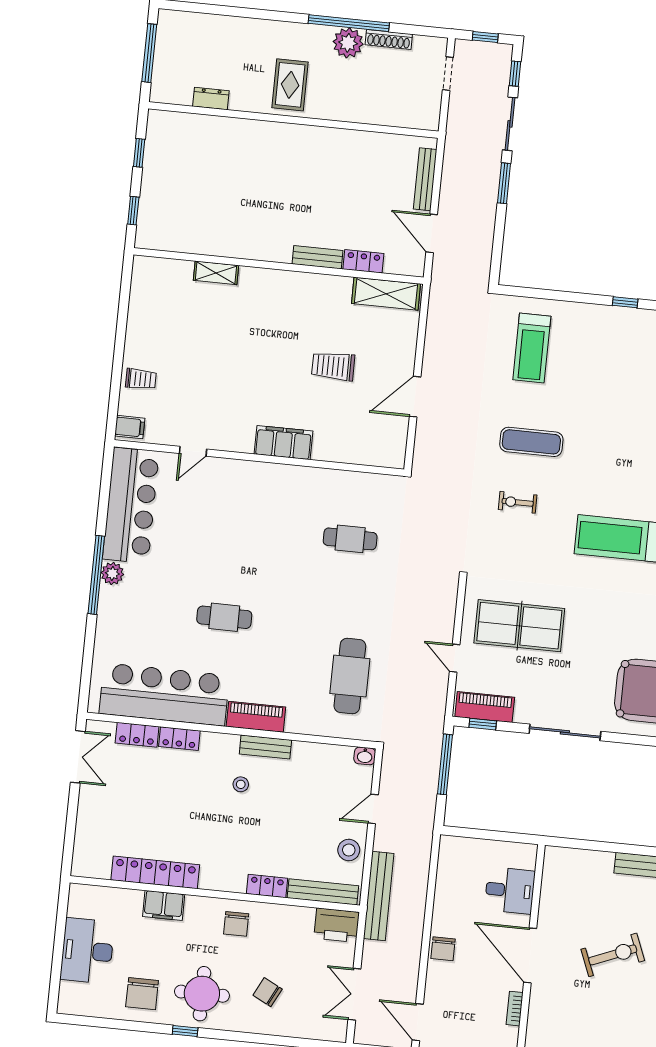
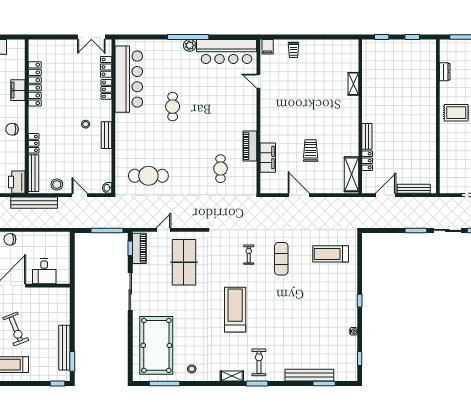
filing cabinet: (283, 443) -> (268, 158), moved
piano: (256, 717) -> (250, 146), moved, turned 180

